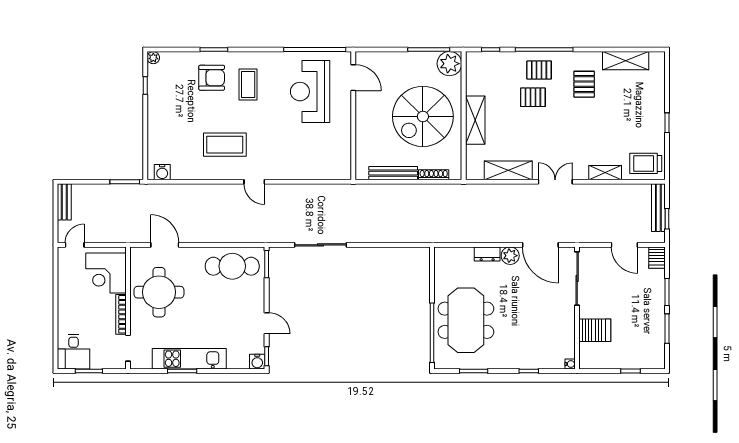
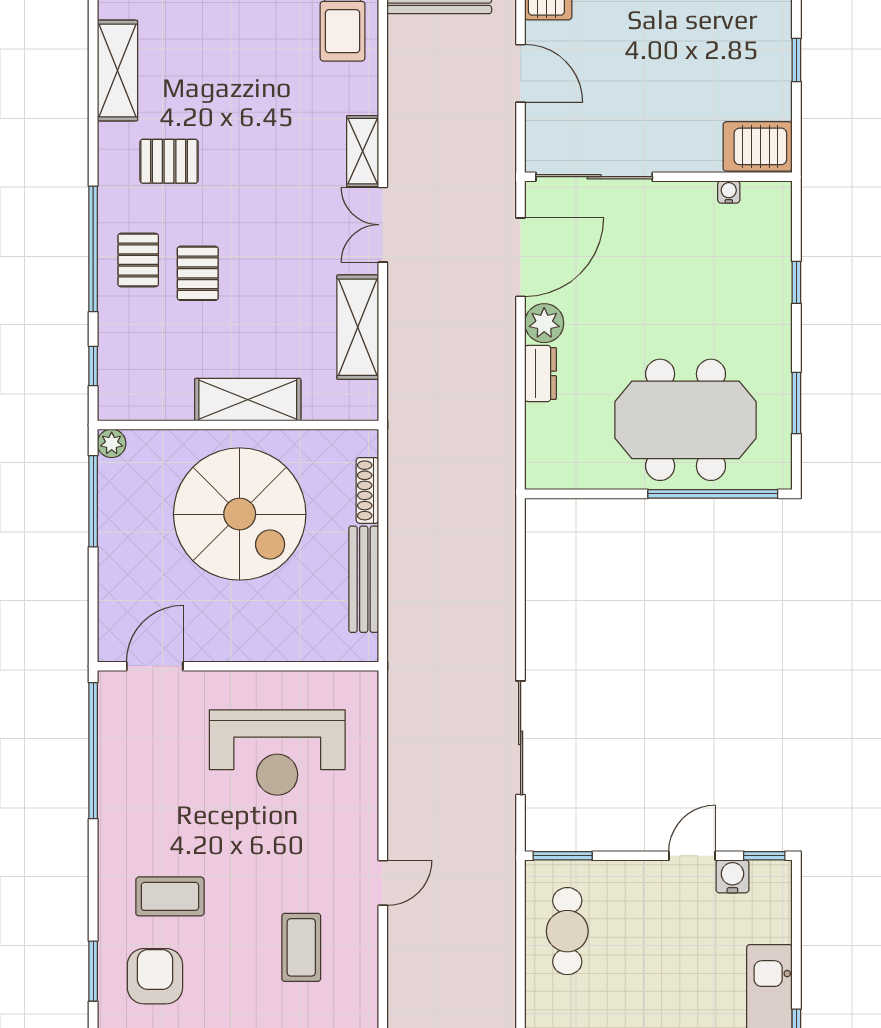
plant: (449, 64) -> (112, 443), width x0.53, depth x0.53
reception desk: (310, 92) -> (277, 753), moved
coffee table: (225, 145) -> (301, 947), width x0.73, depth x0.76
shelving: (605, 173) -> (363, 151), moved
door: (624, 245) -> (521, 73), hinge flipped
cafe table: (232, 266) -> (567, 931), width x0.73, depth x0.74
server rack: (595, 330) -> (758, 146), moved, turned -90
water cooler: (257, 362) -> (732, 876), moved, turned -90
water cooler: (570, 364) -> (729, 192), moved

